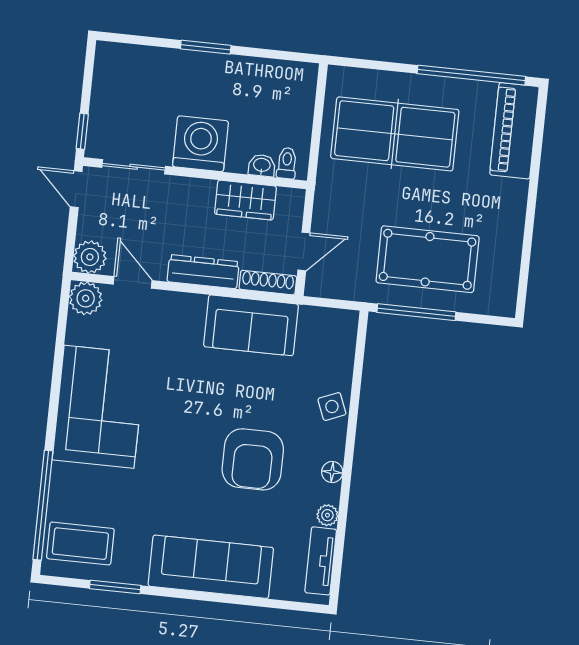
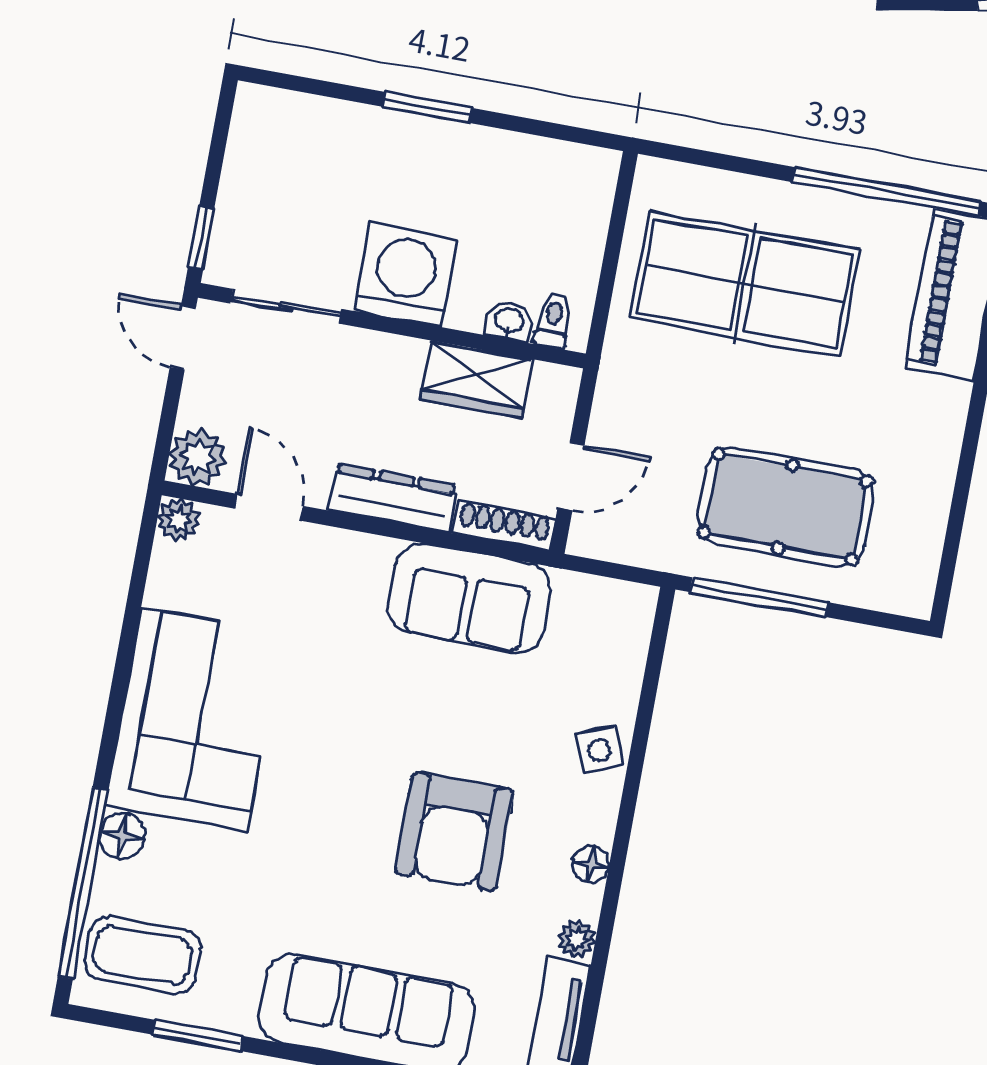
plant: (86, 298) -> (178, 520), width x0.73, depth x0.73
floor lamp: (63, 476) -> (122, 836), added

